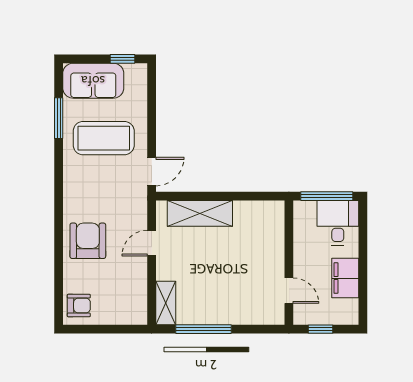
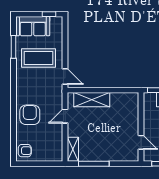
door: (152, 172) -> (65, 77), hinge flipped

